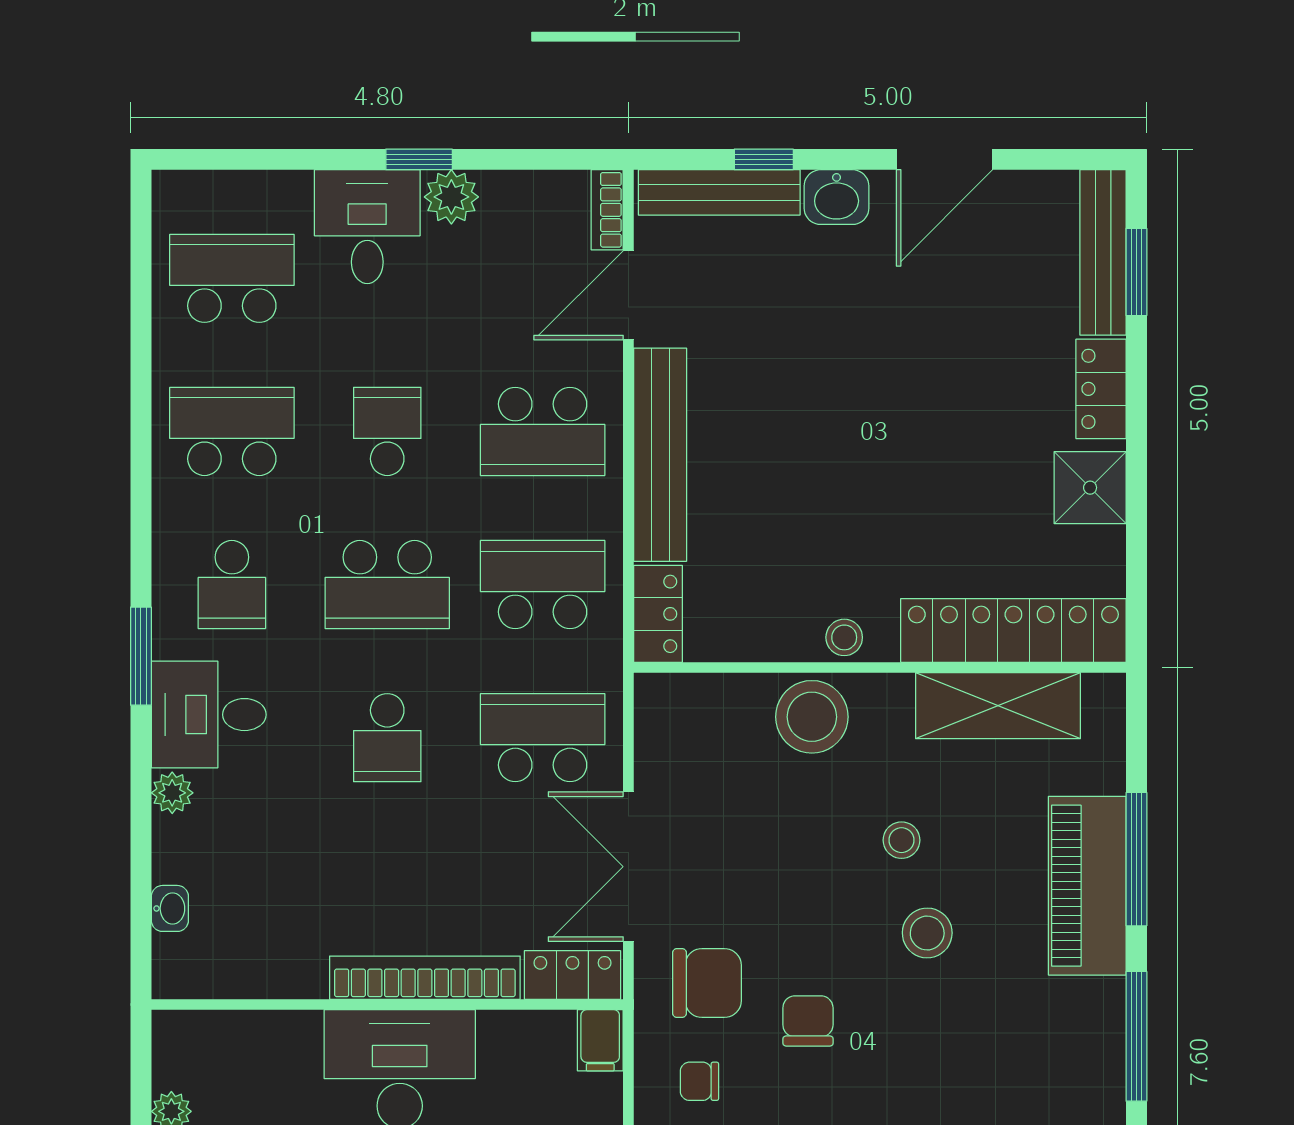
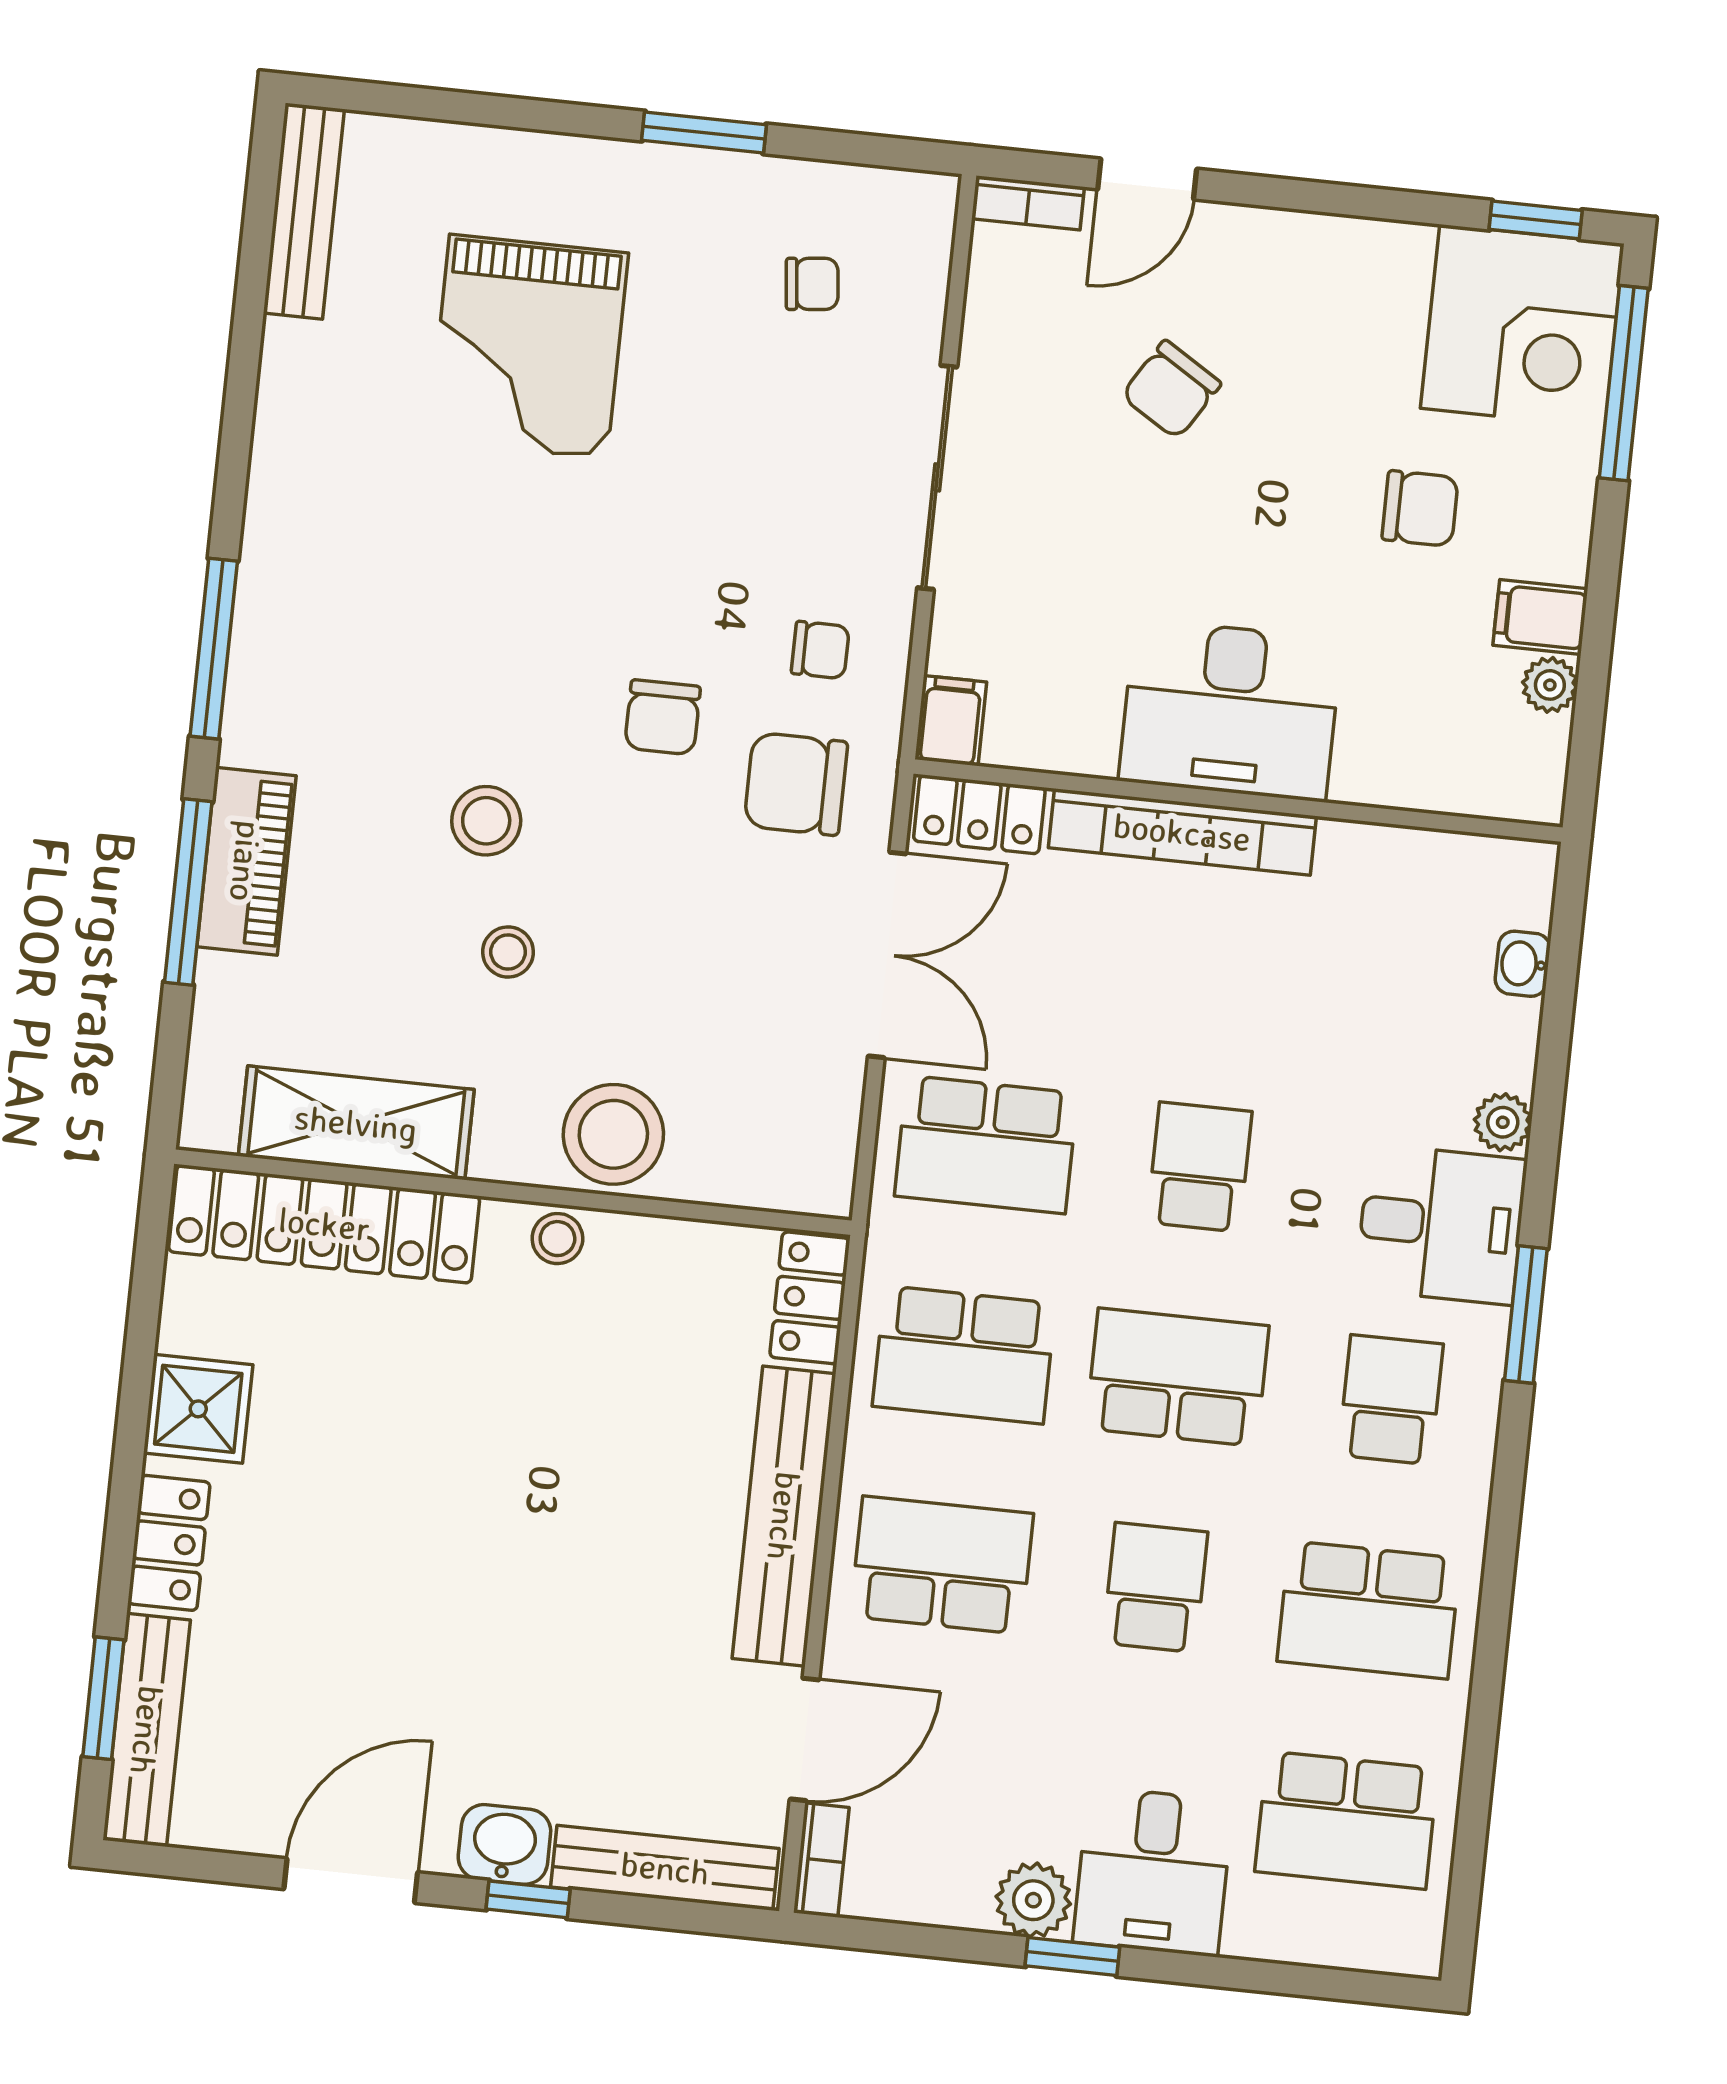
window: (764, 159) -> (528, 1899), moved
school desk: (387, 431) -> (1155, 1587), turned 180
piano: (1087, 886) -> (246, 861), width x0.73, depth x0.75

